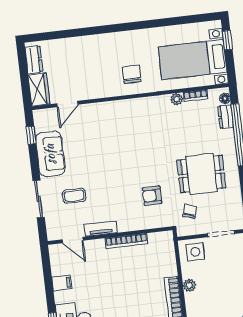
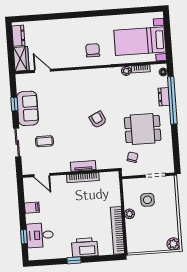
window: (227, 40) -> (167, 28), removed
door: (67, 104) -> (42, 71), swing flipped
dresser: (226, 117) -> (164, 97), moved
window: (31, 135) -> (14, 104), moved
armchair: (152, 196) -> (98, 120), moved, turned 65
tv unit: (101, 229) -> (83, 166), moved
side table: (195, 252) -> (147, 200), moved

